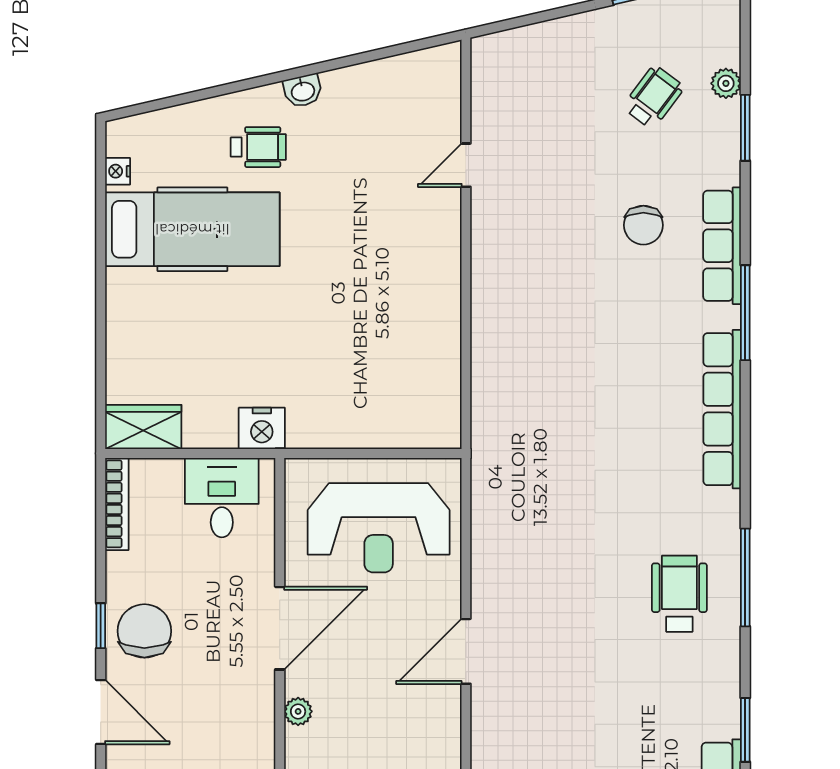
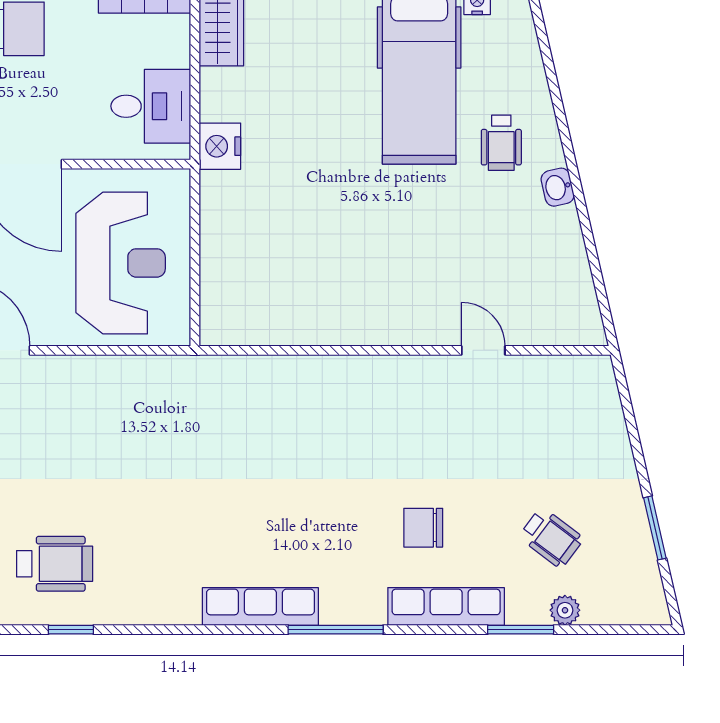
row of seats: (722, 246) -> (446, 606), moved
row of seats: (722, 409) -> (260, 606), width x0.73
reception desk: (379, 528) -> (121, 263), turned 180
window: (745, 577) -> (71, 630), width x0.46

